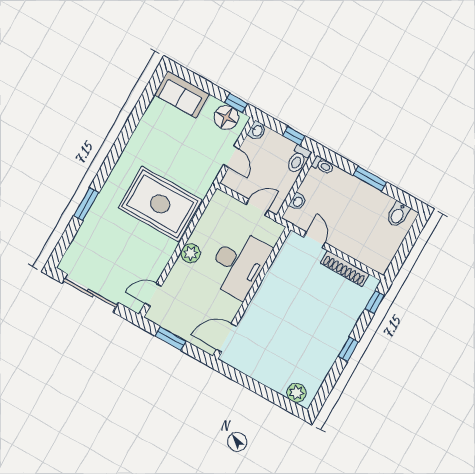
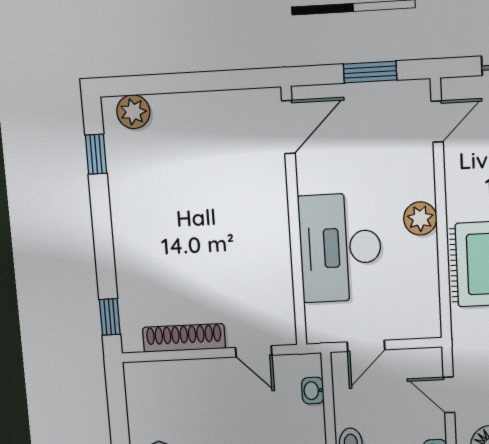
window: (348, 349) -> (96, 154), moved

